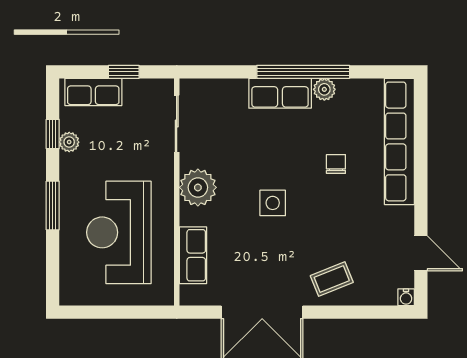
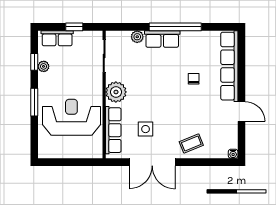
plant: (324, 89) -> (137, 37), moved
side table: (273, 203) -> (146, 129), moved
reception desk: (119, 232) -> (71, 117), turned 90
door: (421, 253) -> (241, 111), moved
row of seats: (193, 255) -> (113, 130), width x1.48

